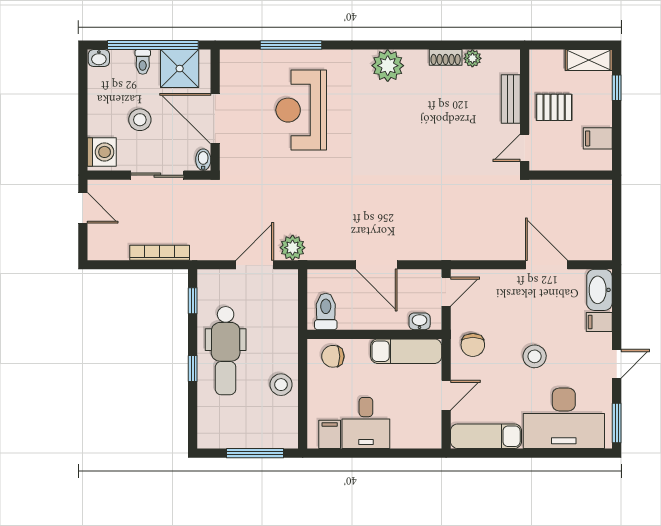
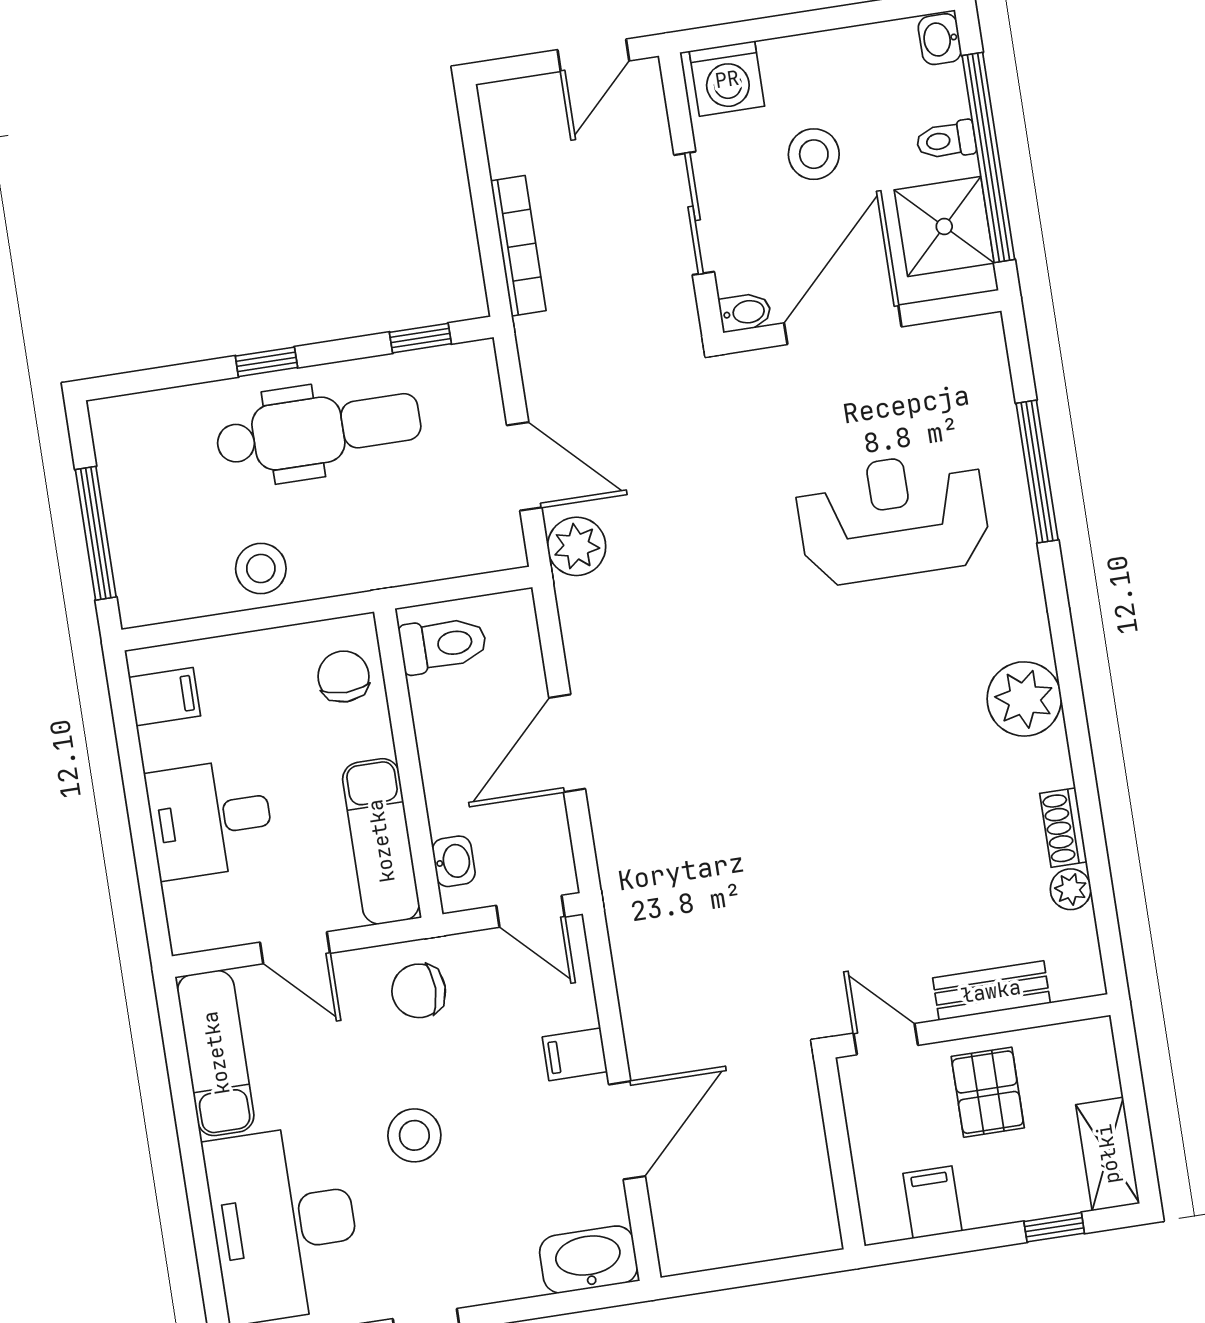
filing cabinet: (599, 322) -> (575, 1054), moved, turned -90
dental chair: (226, 351) -> (319, 430), turned 180
desk: (366, 423) -> (210, 819), moved

